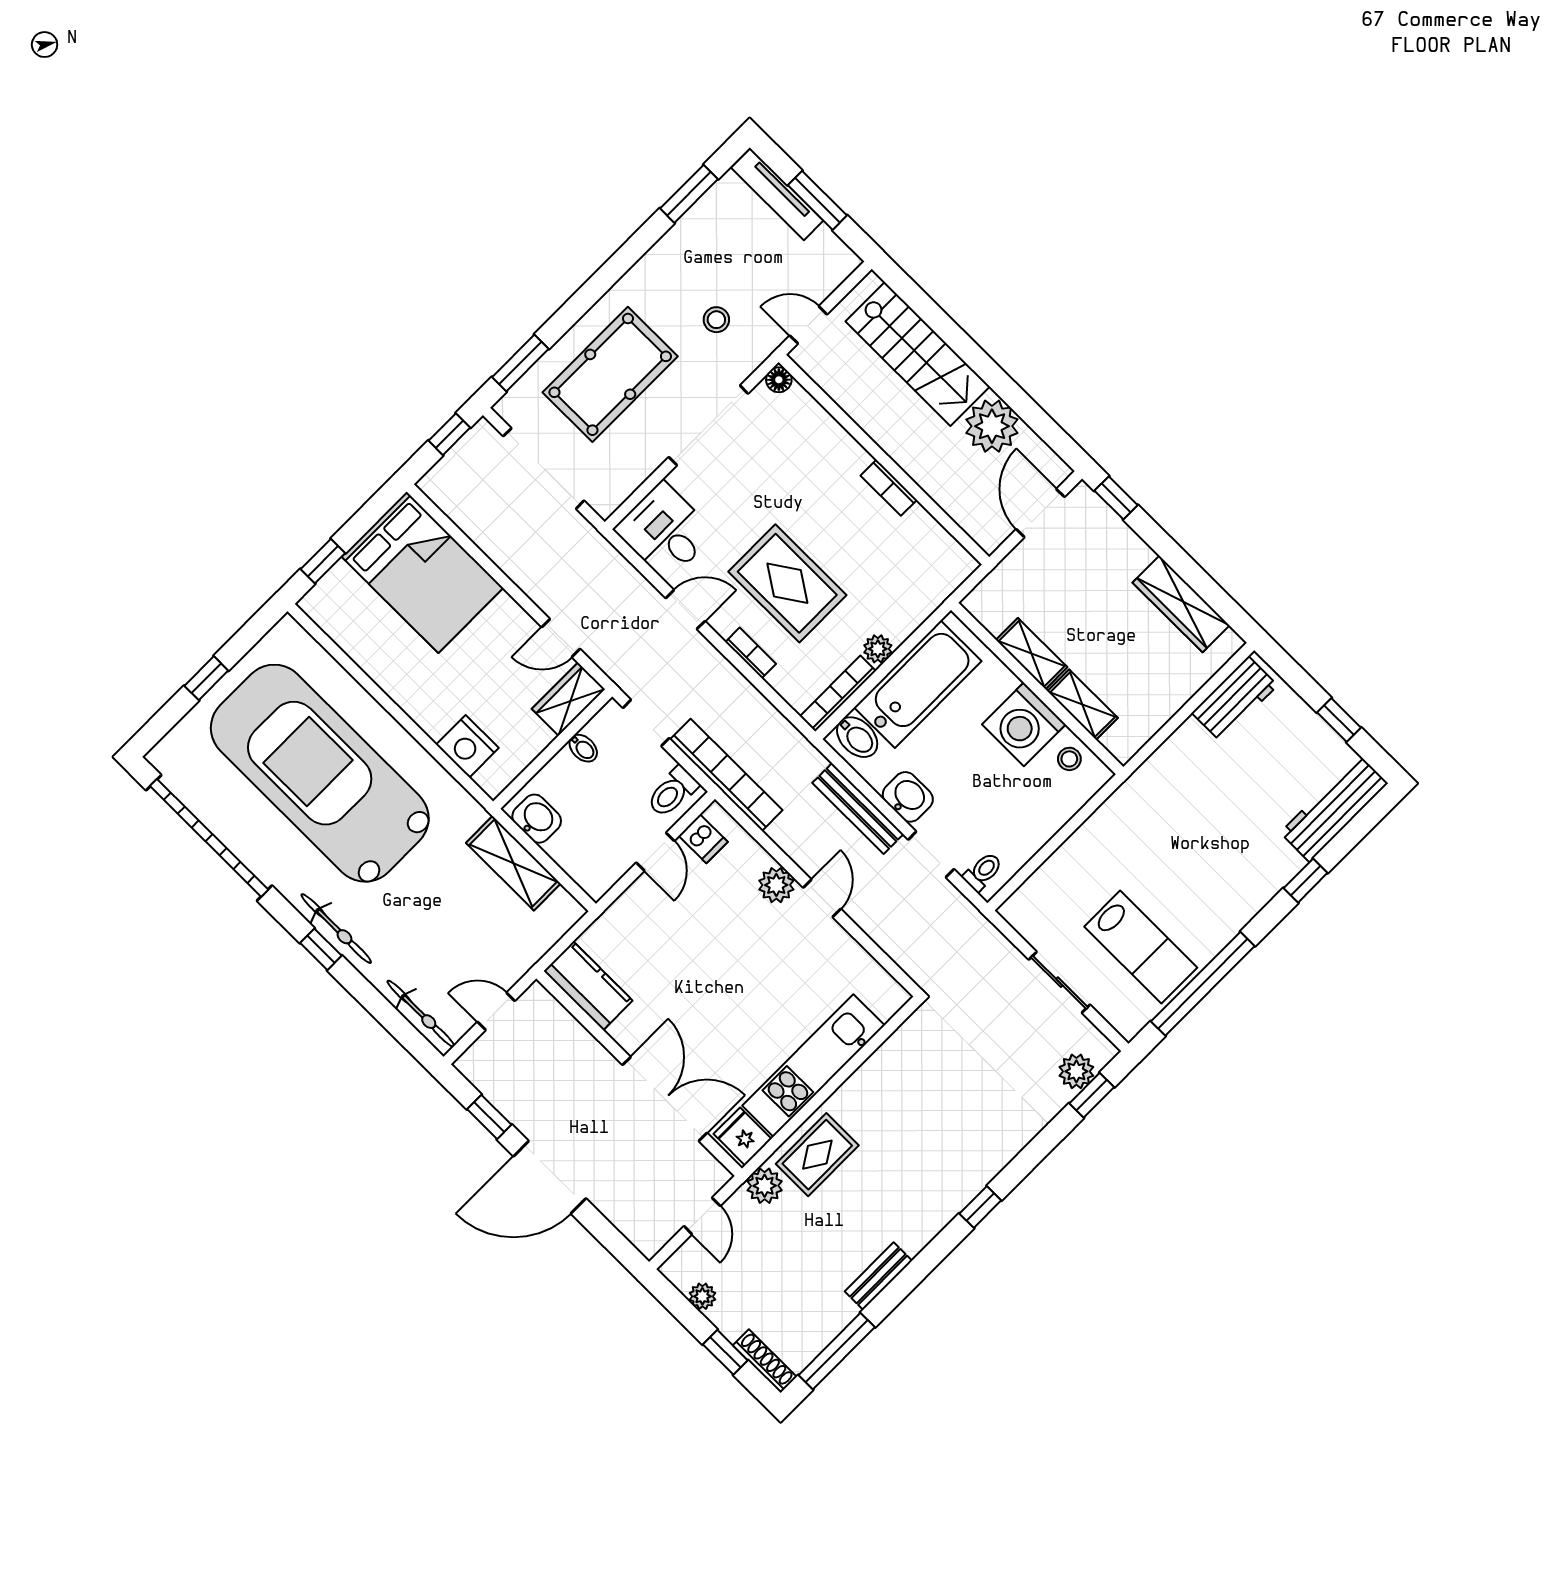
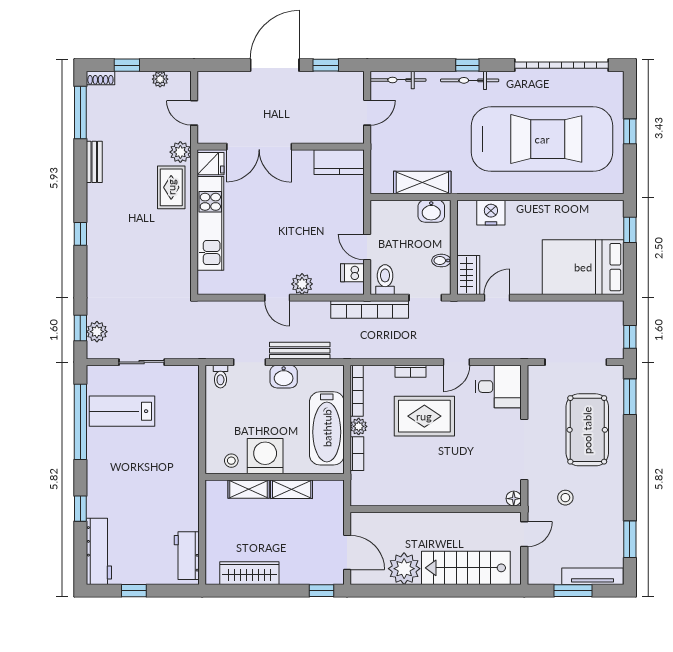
bookcase: (889, 488) -> (357, 454), moved, turned 90
bidet: (857, 737) -> (330, 381), removed
shoe rack: (765, 1361) -> (100, 78), width x0.70

